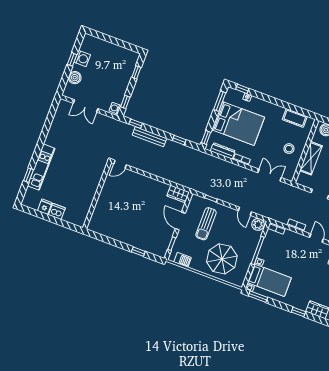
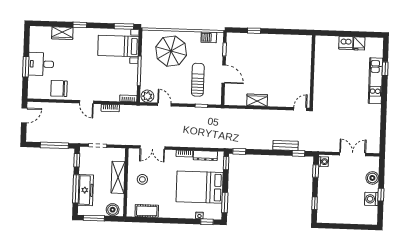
bench: (149, 137) -> (285, 145), width x0.73
window: (179, 140) -> (239, 151), moved
wardrobe: (178, 194) -> (257, 100), moved

